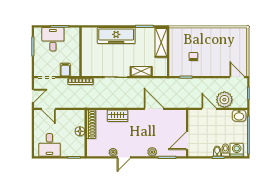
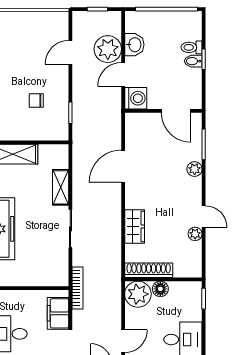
filing cabinet: (65, 70) -> (58, 313), width x2.00
door: (237, 77) -> (70, 52), moved
washbasin: (239, 116) -> (134, 45), moved
plant: (77, 118) -> (138, 294), added
washing machine: (237, 150) -> (136, 98), moved, turned 180

